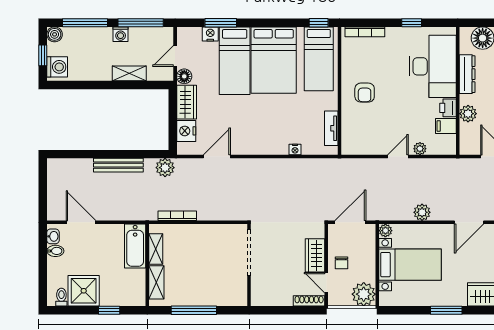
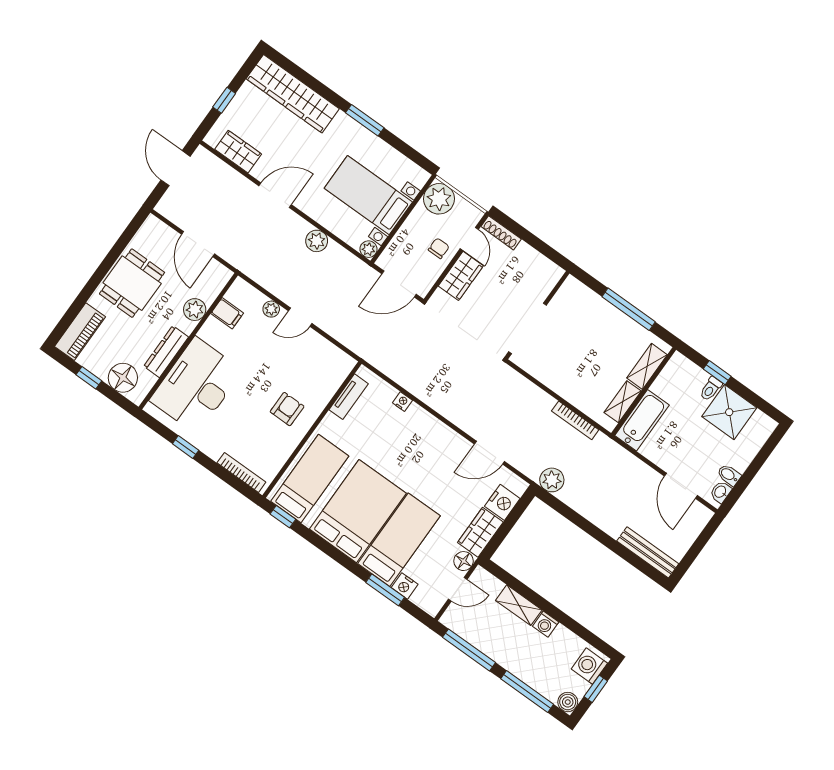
washing machine: (121, 34) -> (546, 624), moved, turned 180
printer: (448, 108) -> (211, 331), removed
bench: (118, 165) -> (648, 552), moved
toilet: (61, 297) -> (711, 389), moved

